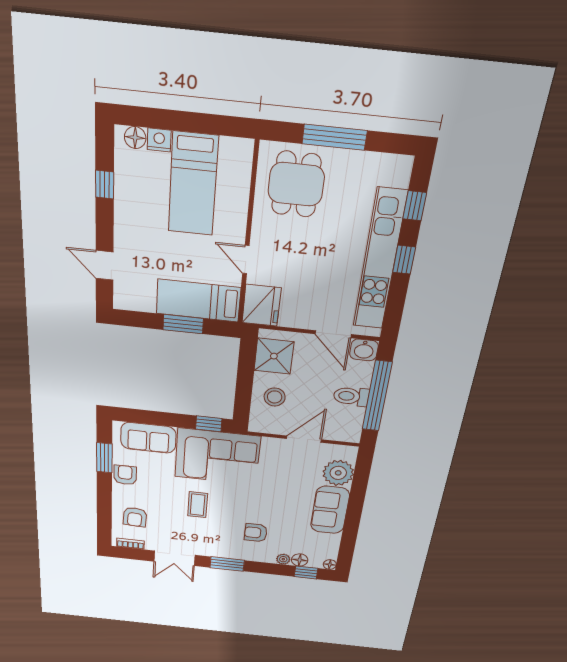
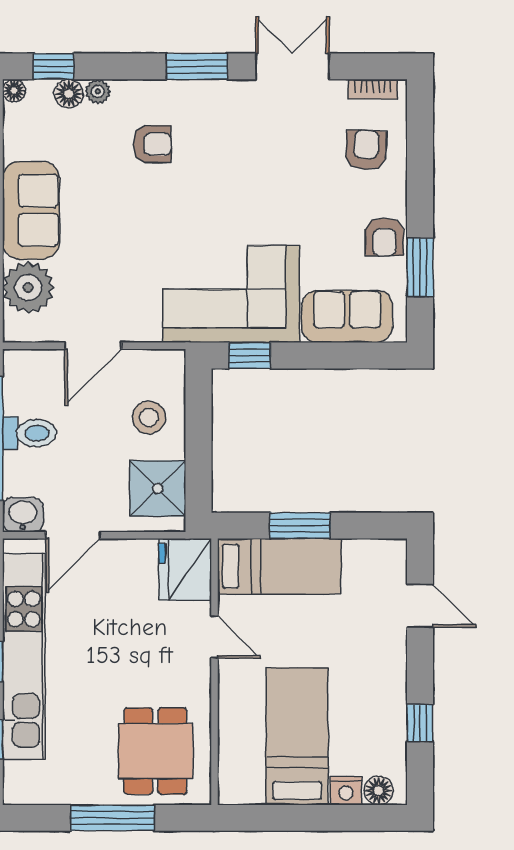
door: (333, 334) -> (73, 535), swing flipped
coffee table: (198, 505) -> (258, 191), removed

